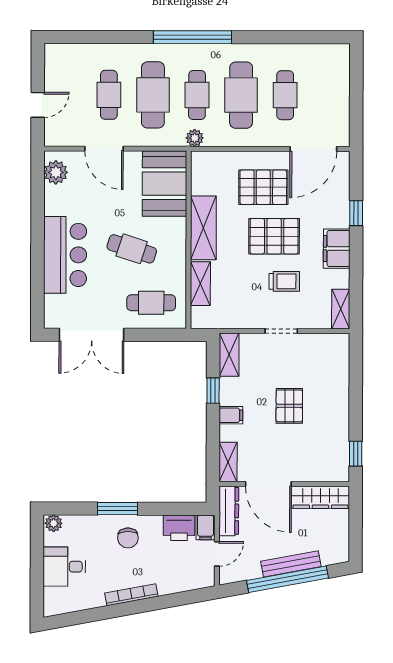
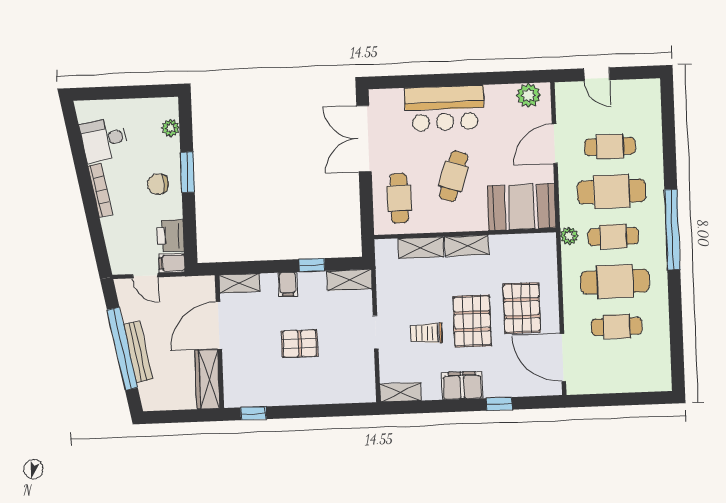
shelving: (203, 228) -> (467, 246), width x0.67, depth x0.75
trolley: (284, 281) -> (426, 333), turned 90
dresser: (229, 511) -> (190, 286), removed
plant: (54, 523) -> (171, 128), moved
desk: (64, 567) -> (104, 140), moved, turned -100

